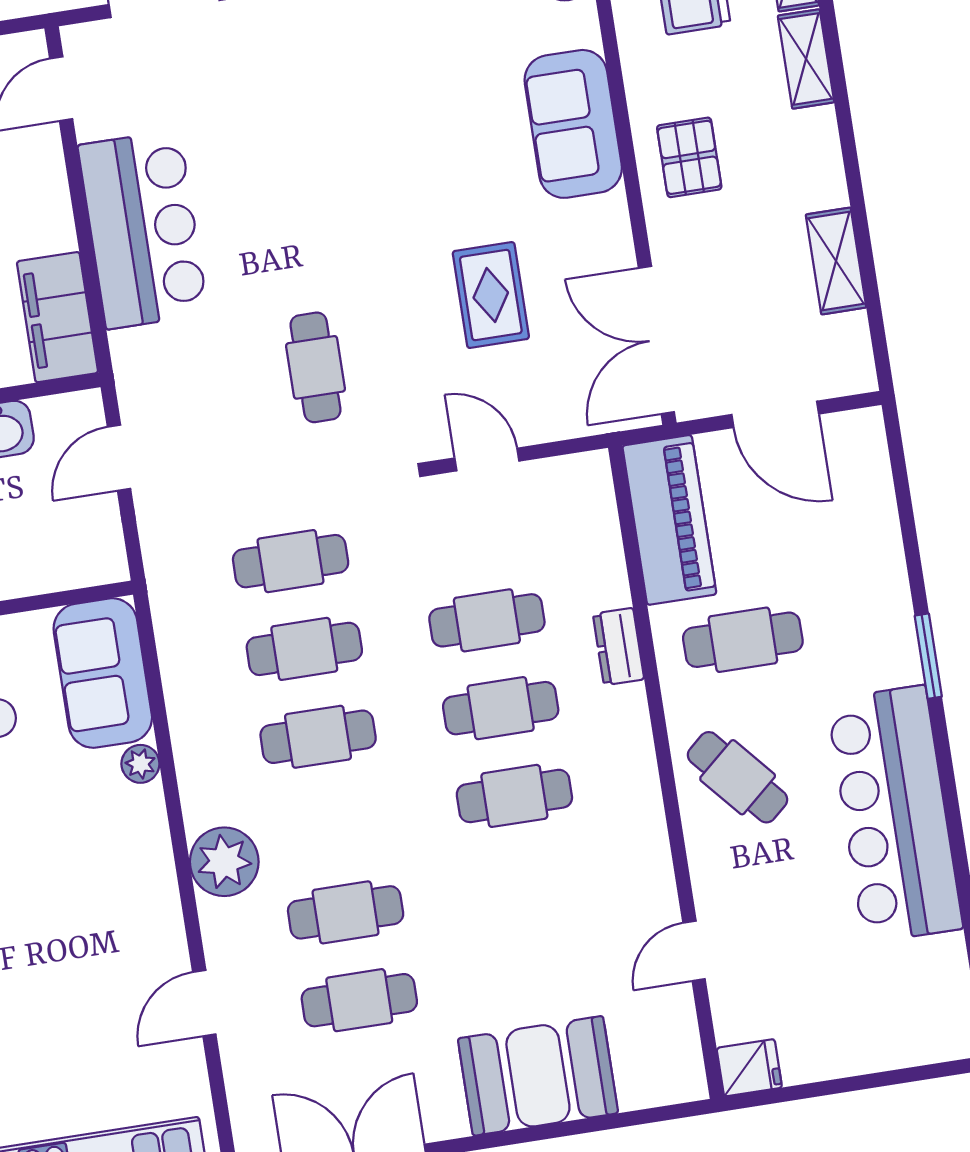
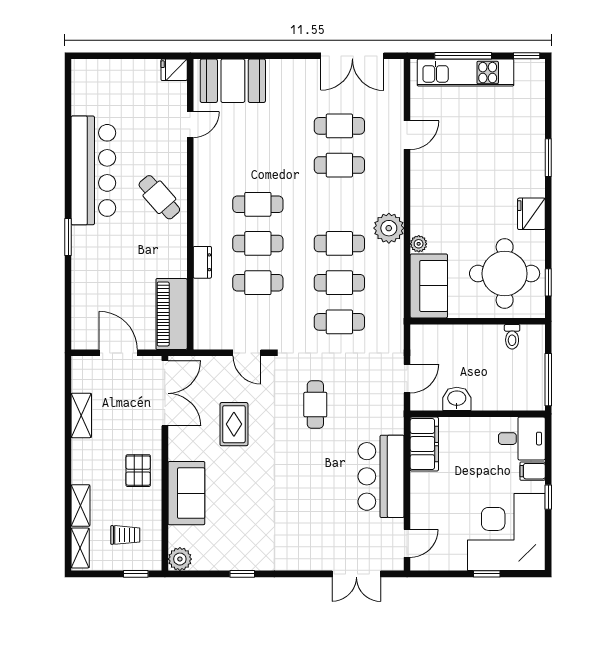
cafe table: (743, 640) -> (148, 257), removed
plant: (224, 862) -> (389, 228), moved
booth: (538, 1076) -> (233, 81), moved

